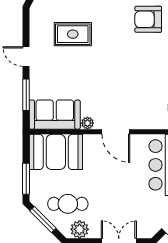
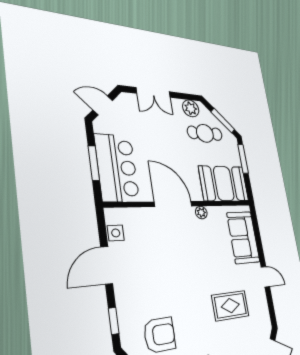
window: (26, 95) -> (258, 239), removed
sofa: (55, 115) -> (243, 237), moved, turned 90
door: (116, 132) -> (173, 204), width x1.36

